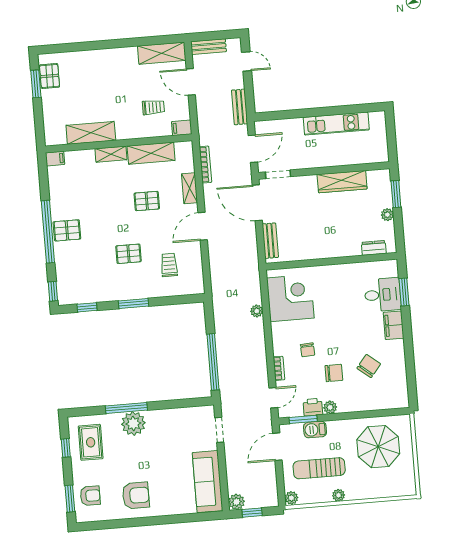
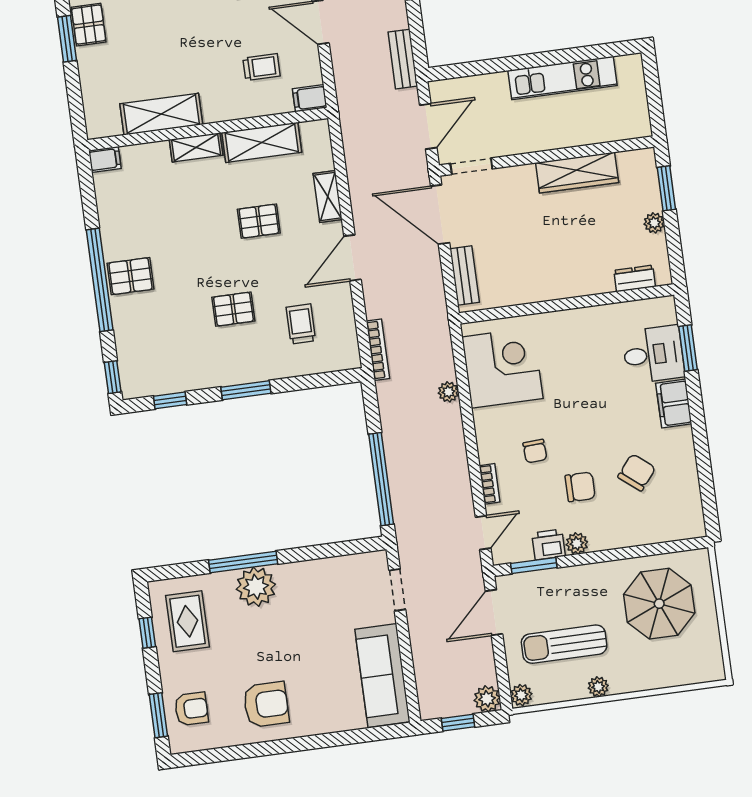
bookcase: (205, 165) -> (378, 350), moved
barbecue: (315, 430) -> (554, 581), removed
plant: (236, 502) -> (487, 699), moved

